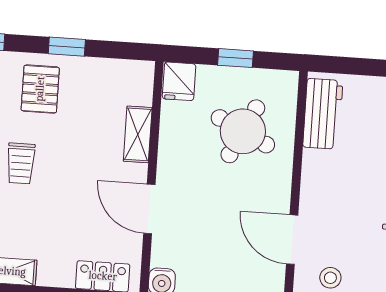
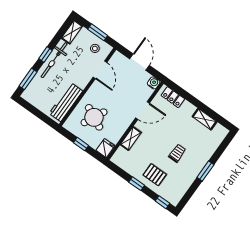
pallet: (40, 89) -> (155, 175), turned 90
workbench: (323, 114) -> (66, 102), width x1.38
door: (149, 209) -> (143, 110), hinge flipped

